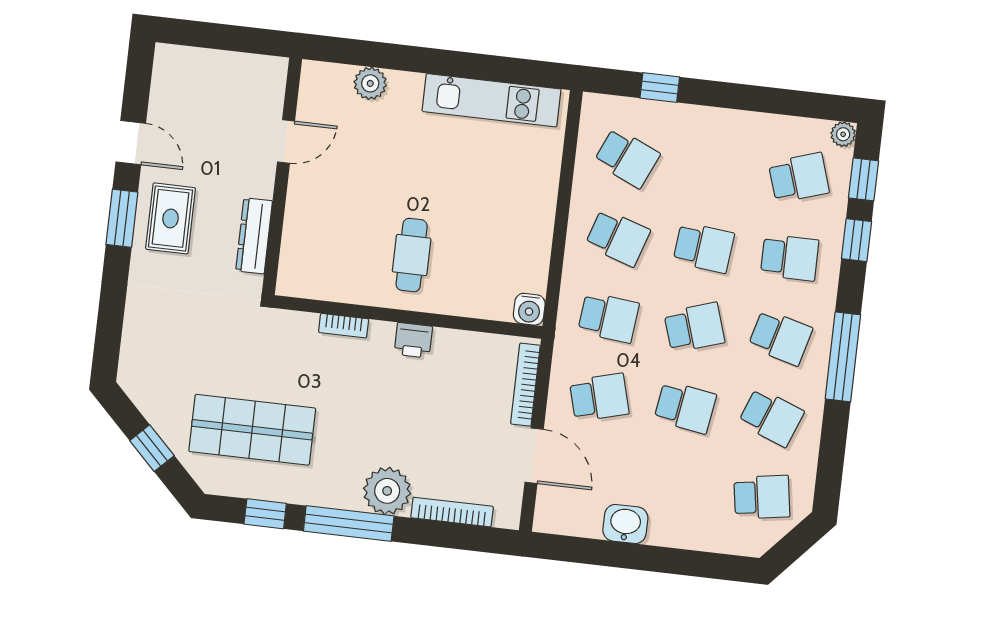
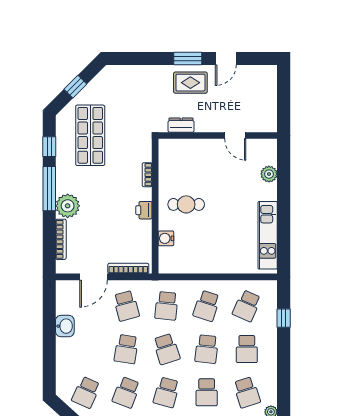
school desk: (713, 168) -> (247, 349), added
dresser: (254, 236) -> (181, 125), width x0.70
water cooler: (529, 309) -> (166, 238), moved
school desk: (762, 497) -> (86, 392), turned 33

